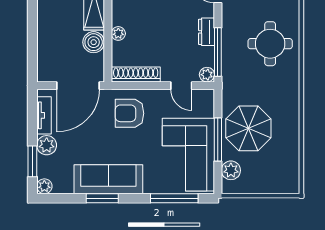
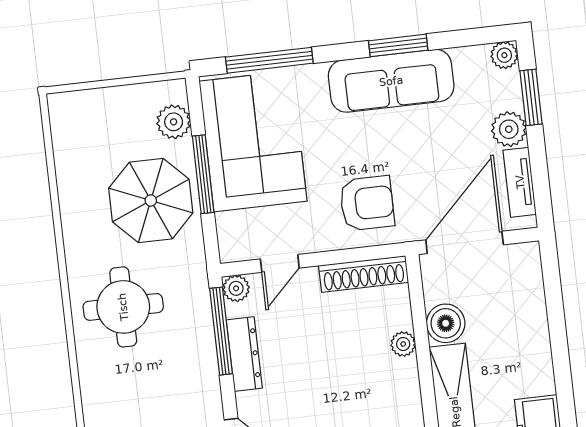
dresser: (207, 32) -> (244, 354), width x1.44
round table: (270, 44) -> (123, 307), moved
door: (181, 86) -> (280, 263), swing flipped

